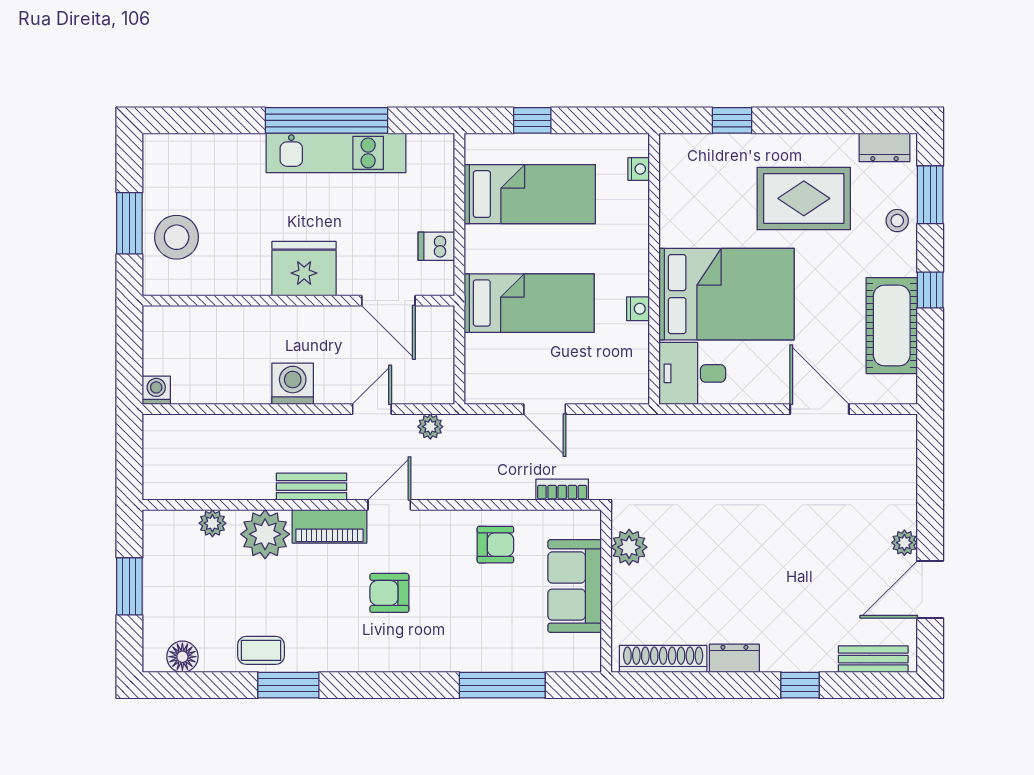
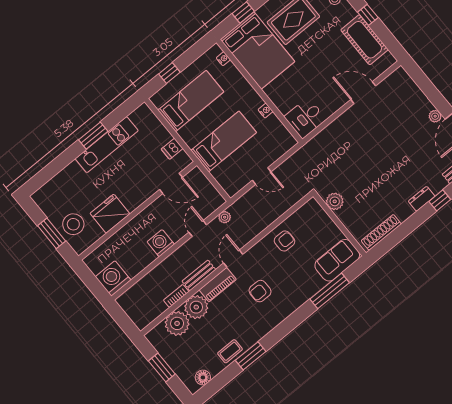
window: (326, 120) -> (93, 136), width x0.47
fridge: (304, 269) -> (110, 214), moved
bed: (727, 294) -> (257, 50), moved, turned 90
washing machine: (156, 390) -> (113, 278), width x1.89, depth x1.89
bookcase: (562, 490) -> (176, 296), moved
plant: (212, 523) -> (177, 323), width x1.88, depth x1.88
sofa: (575, 586) -> (337, 260), moved, turned 90
dresser: (734, 658) -> (422, 199), moved

